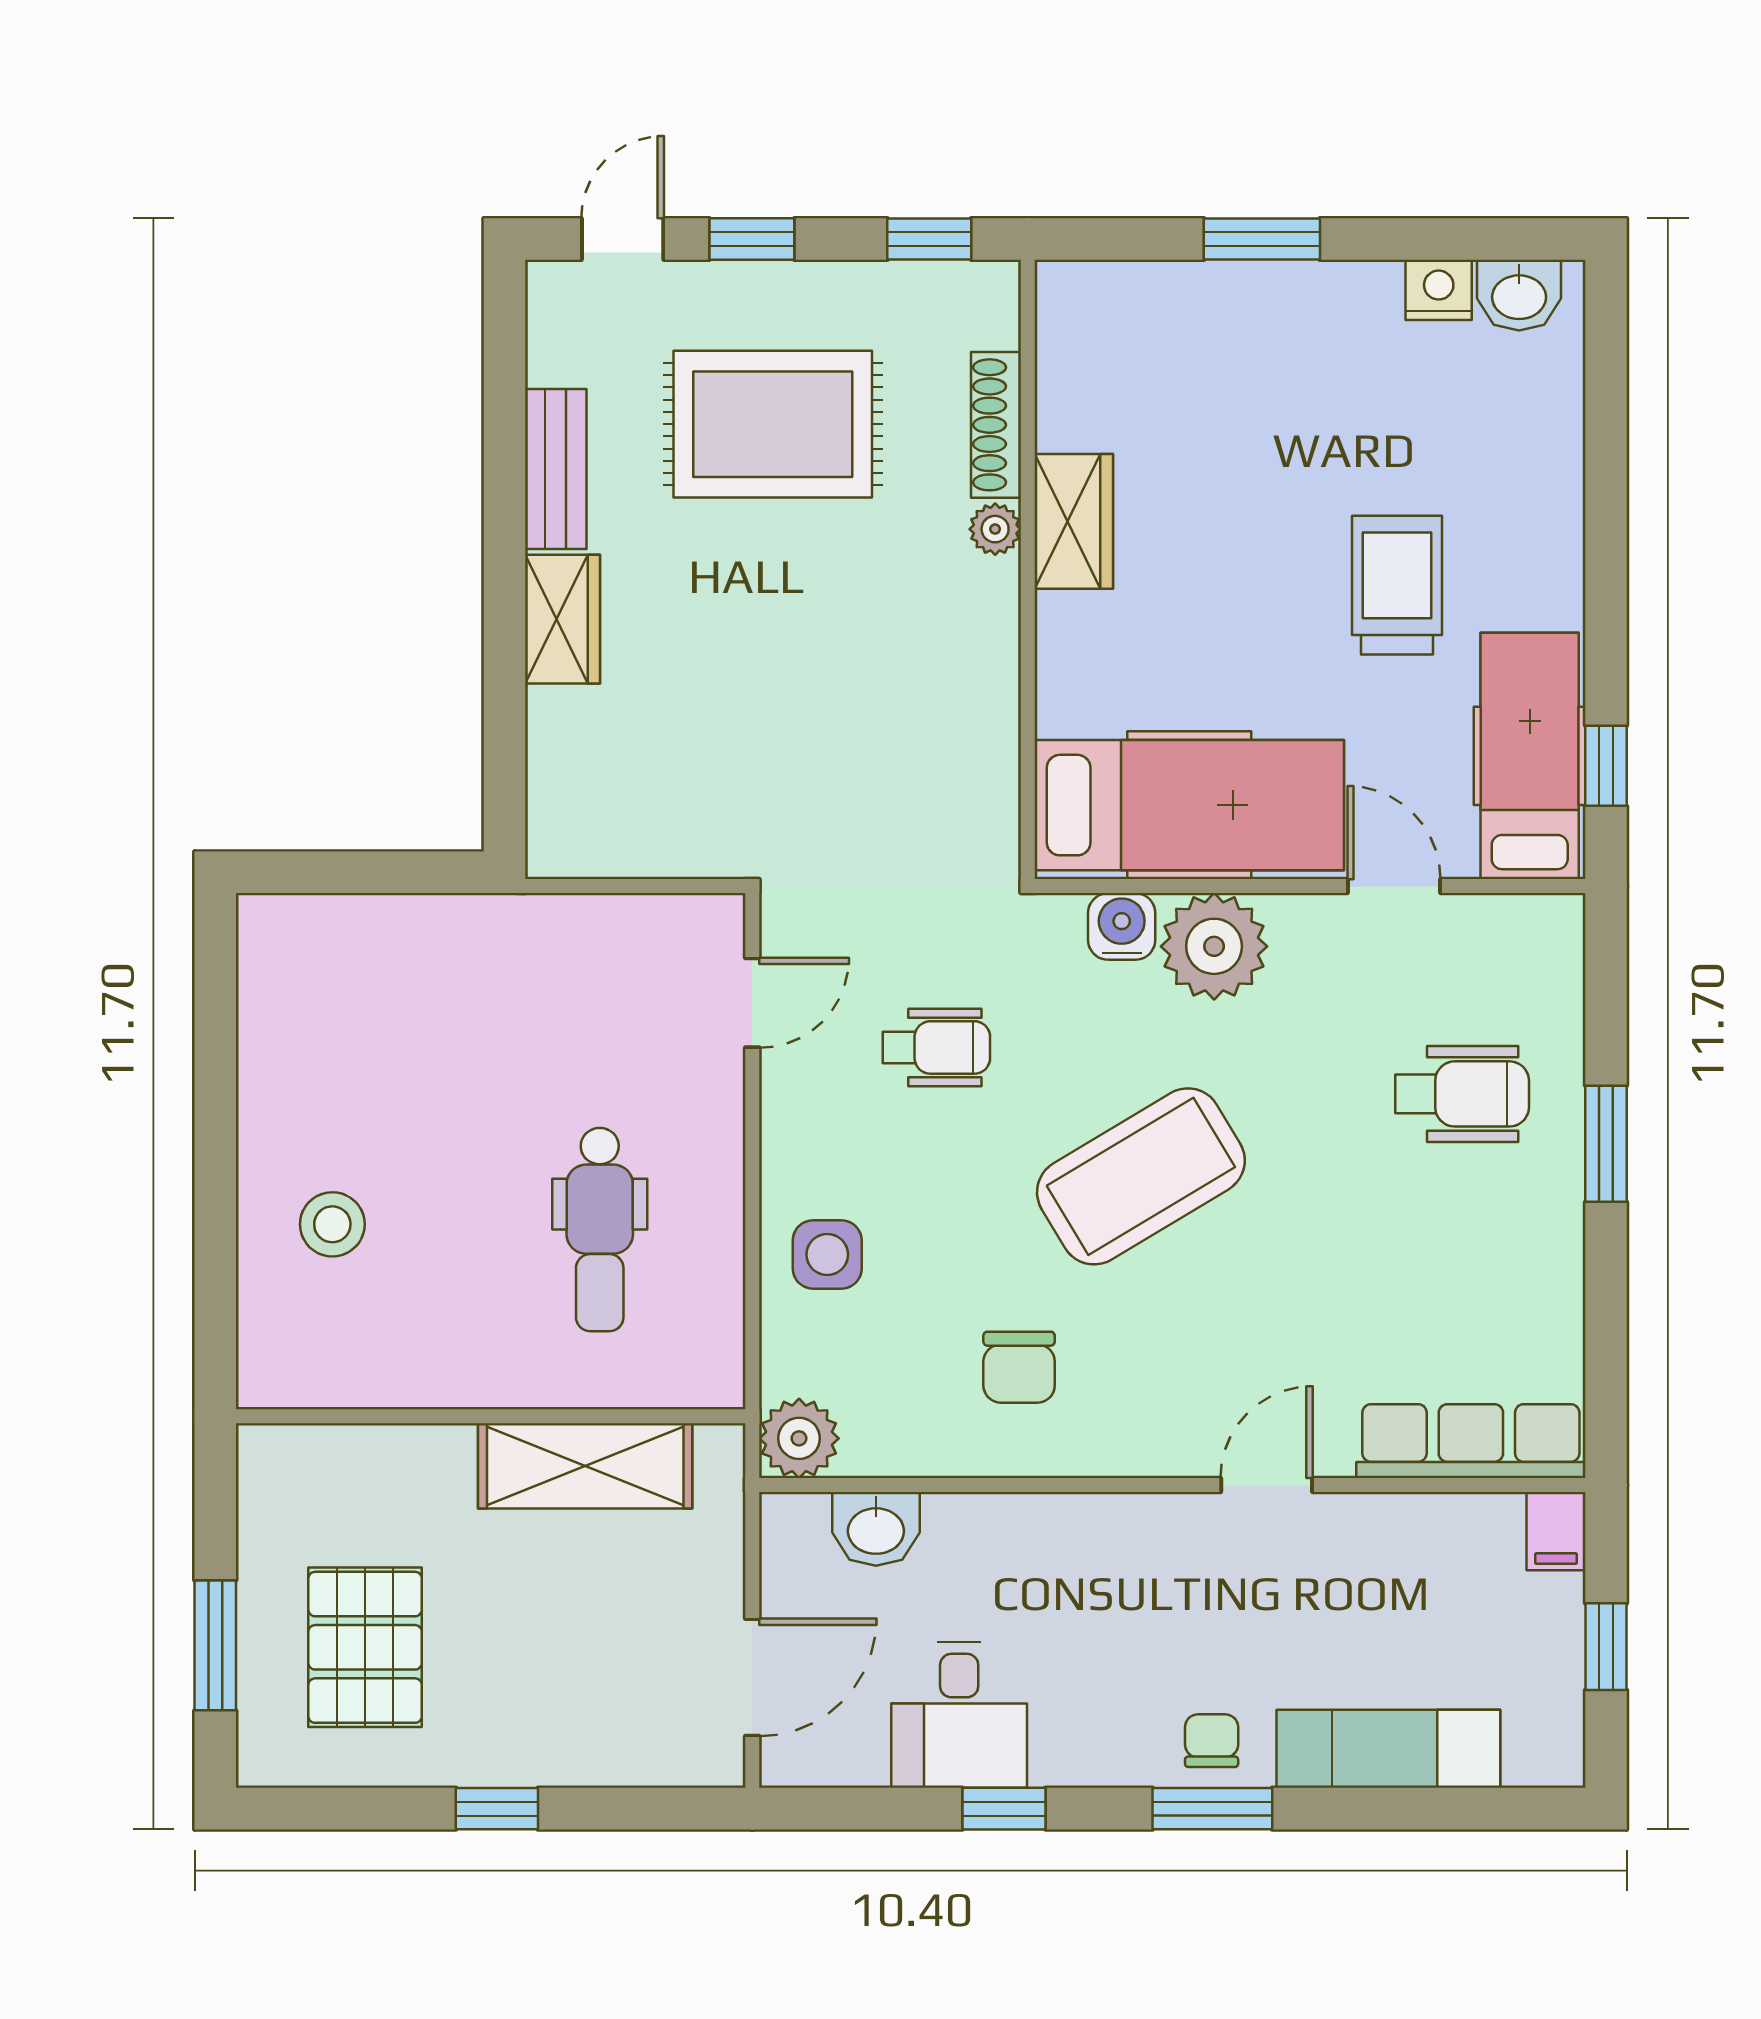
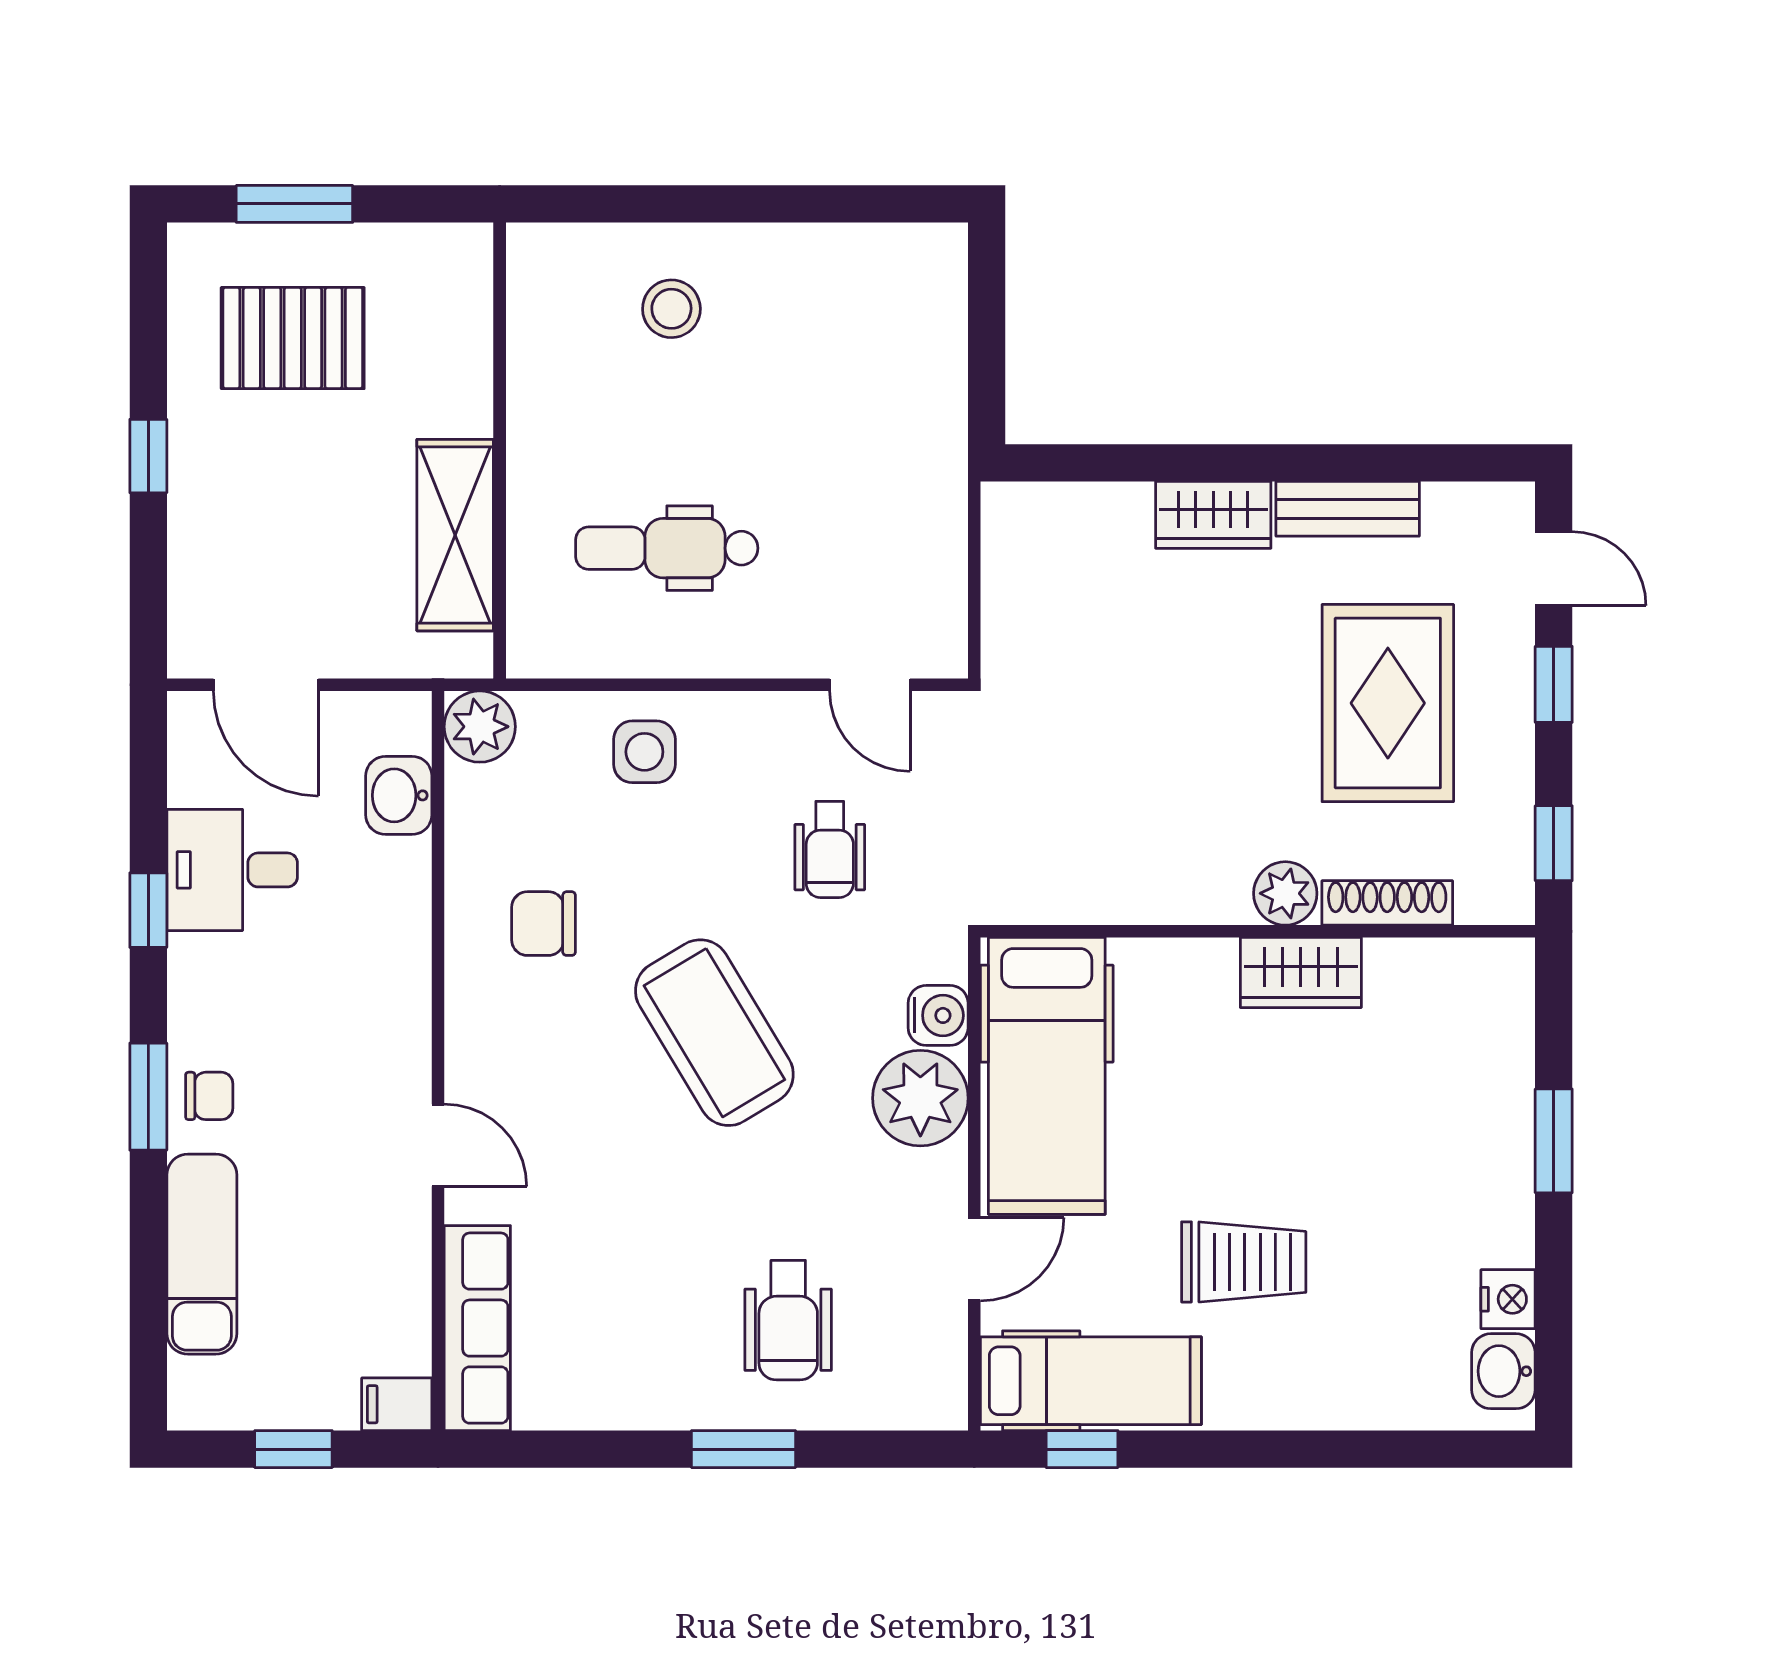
plant: (995, 529) -> (1285, 893), width x1.38, depth x1.38

